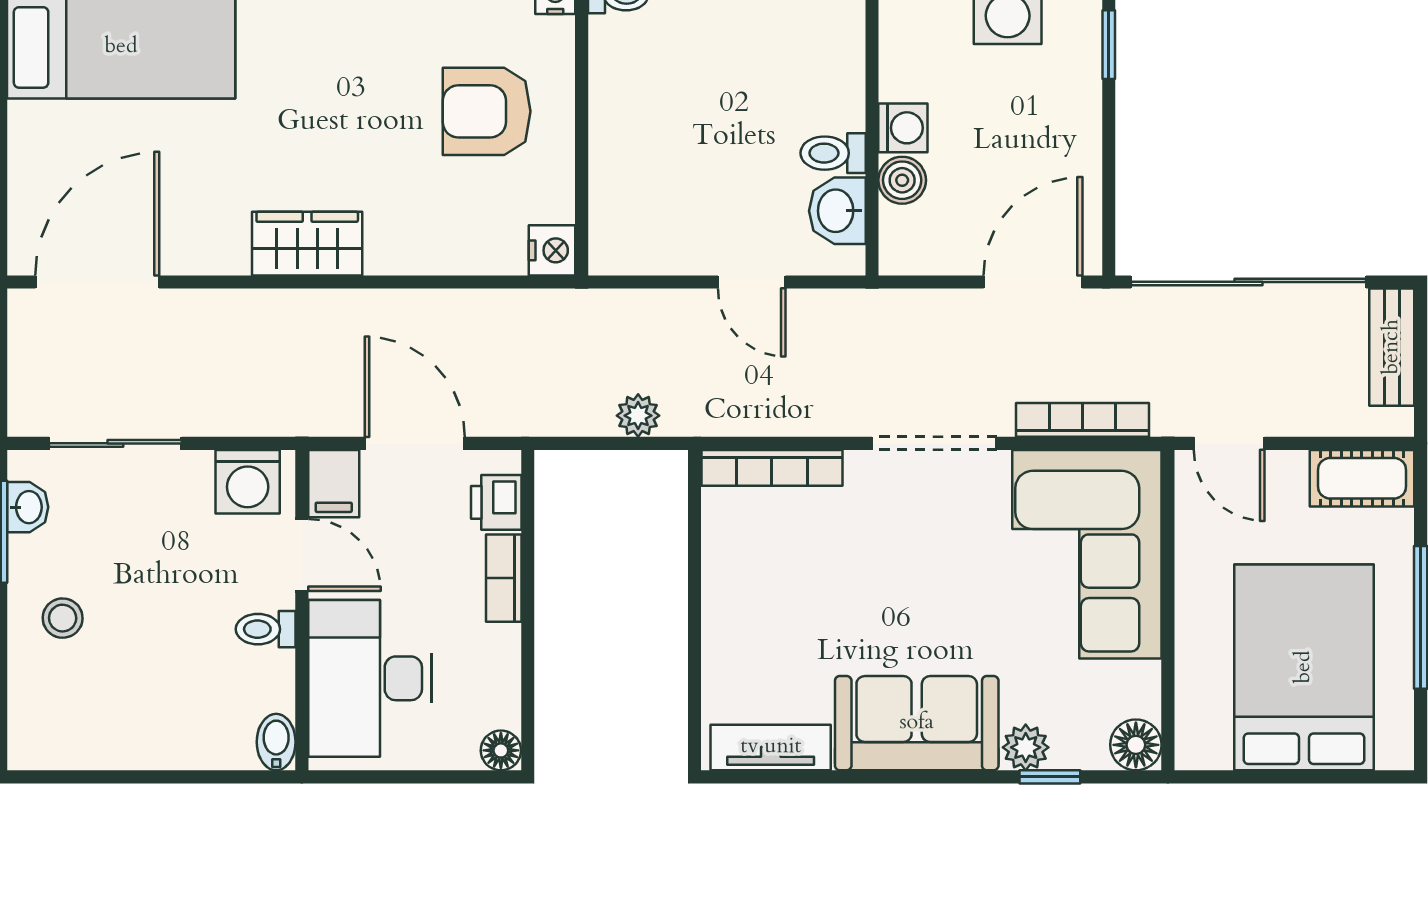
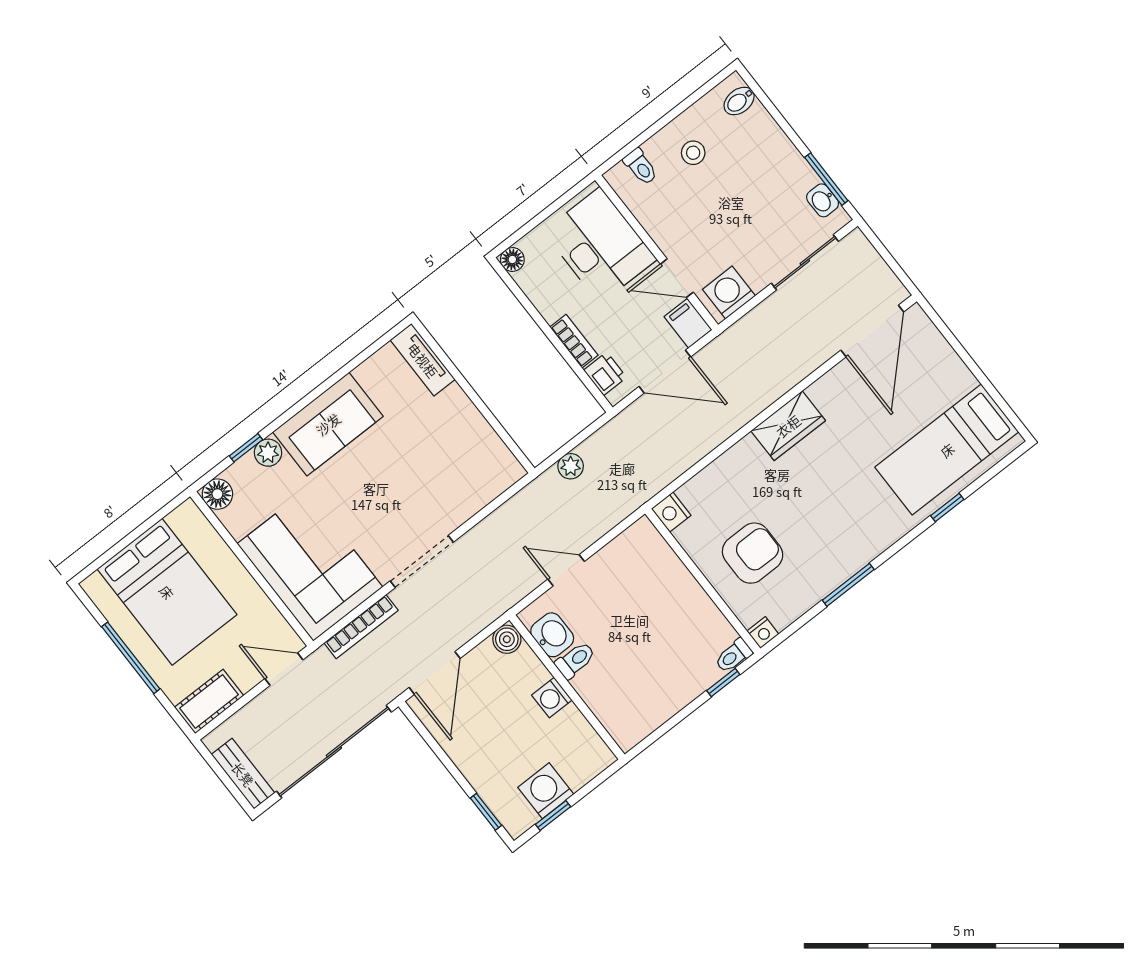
boiler: (902, 180) -> (507, 639), moved
bookcase: (772, 468) -> (489, 491), removed
stool: (63, 618) -> (693, 153), moved
toilet: (266, 629) -> (641, 167), moved, turned 90
bidet: (276, 742) -> (739, 101), moved, turned 90
tv unit: (771, 747) -> (423, 360), moved, turned 90

